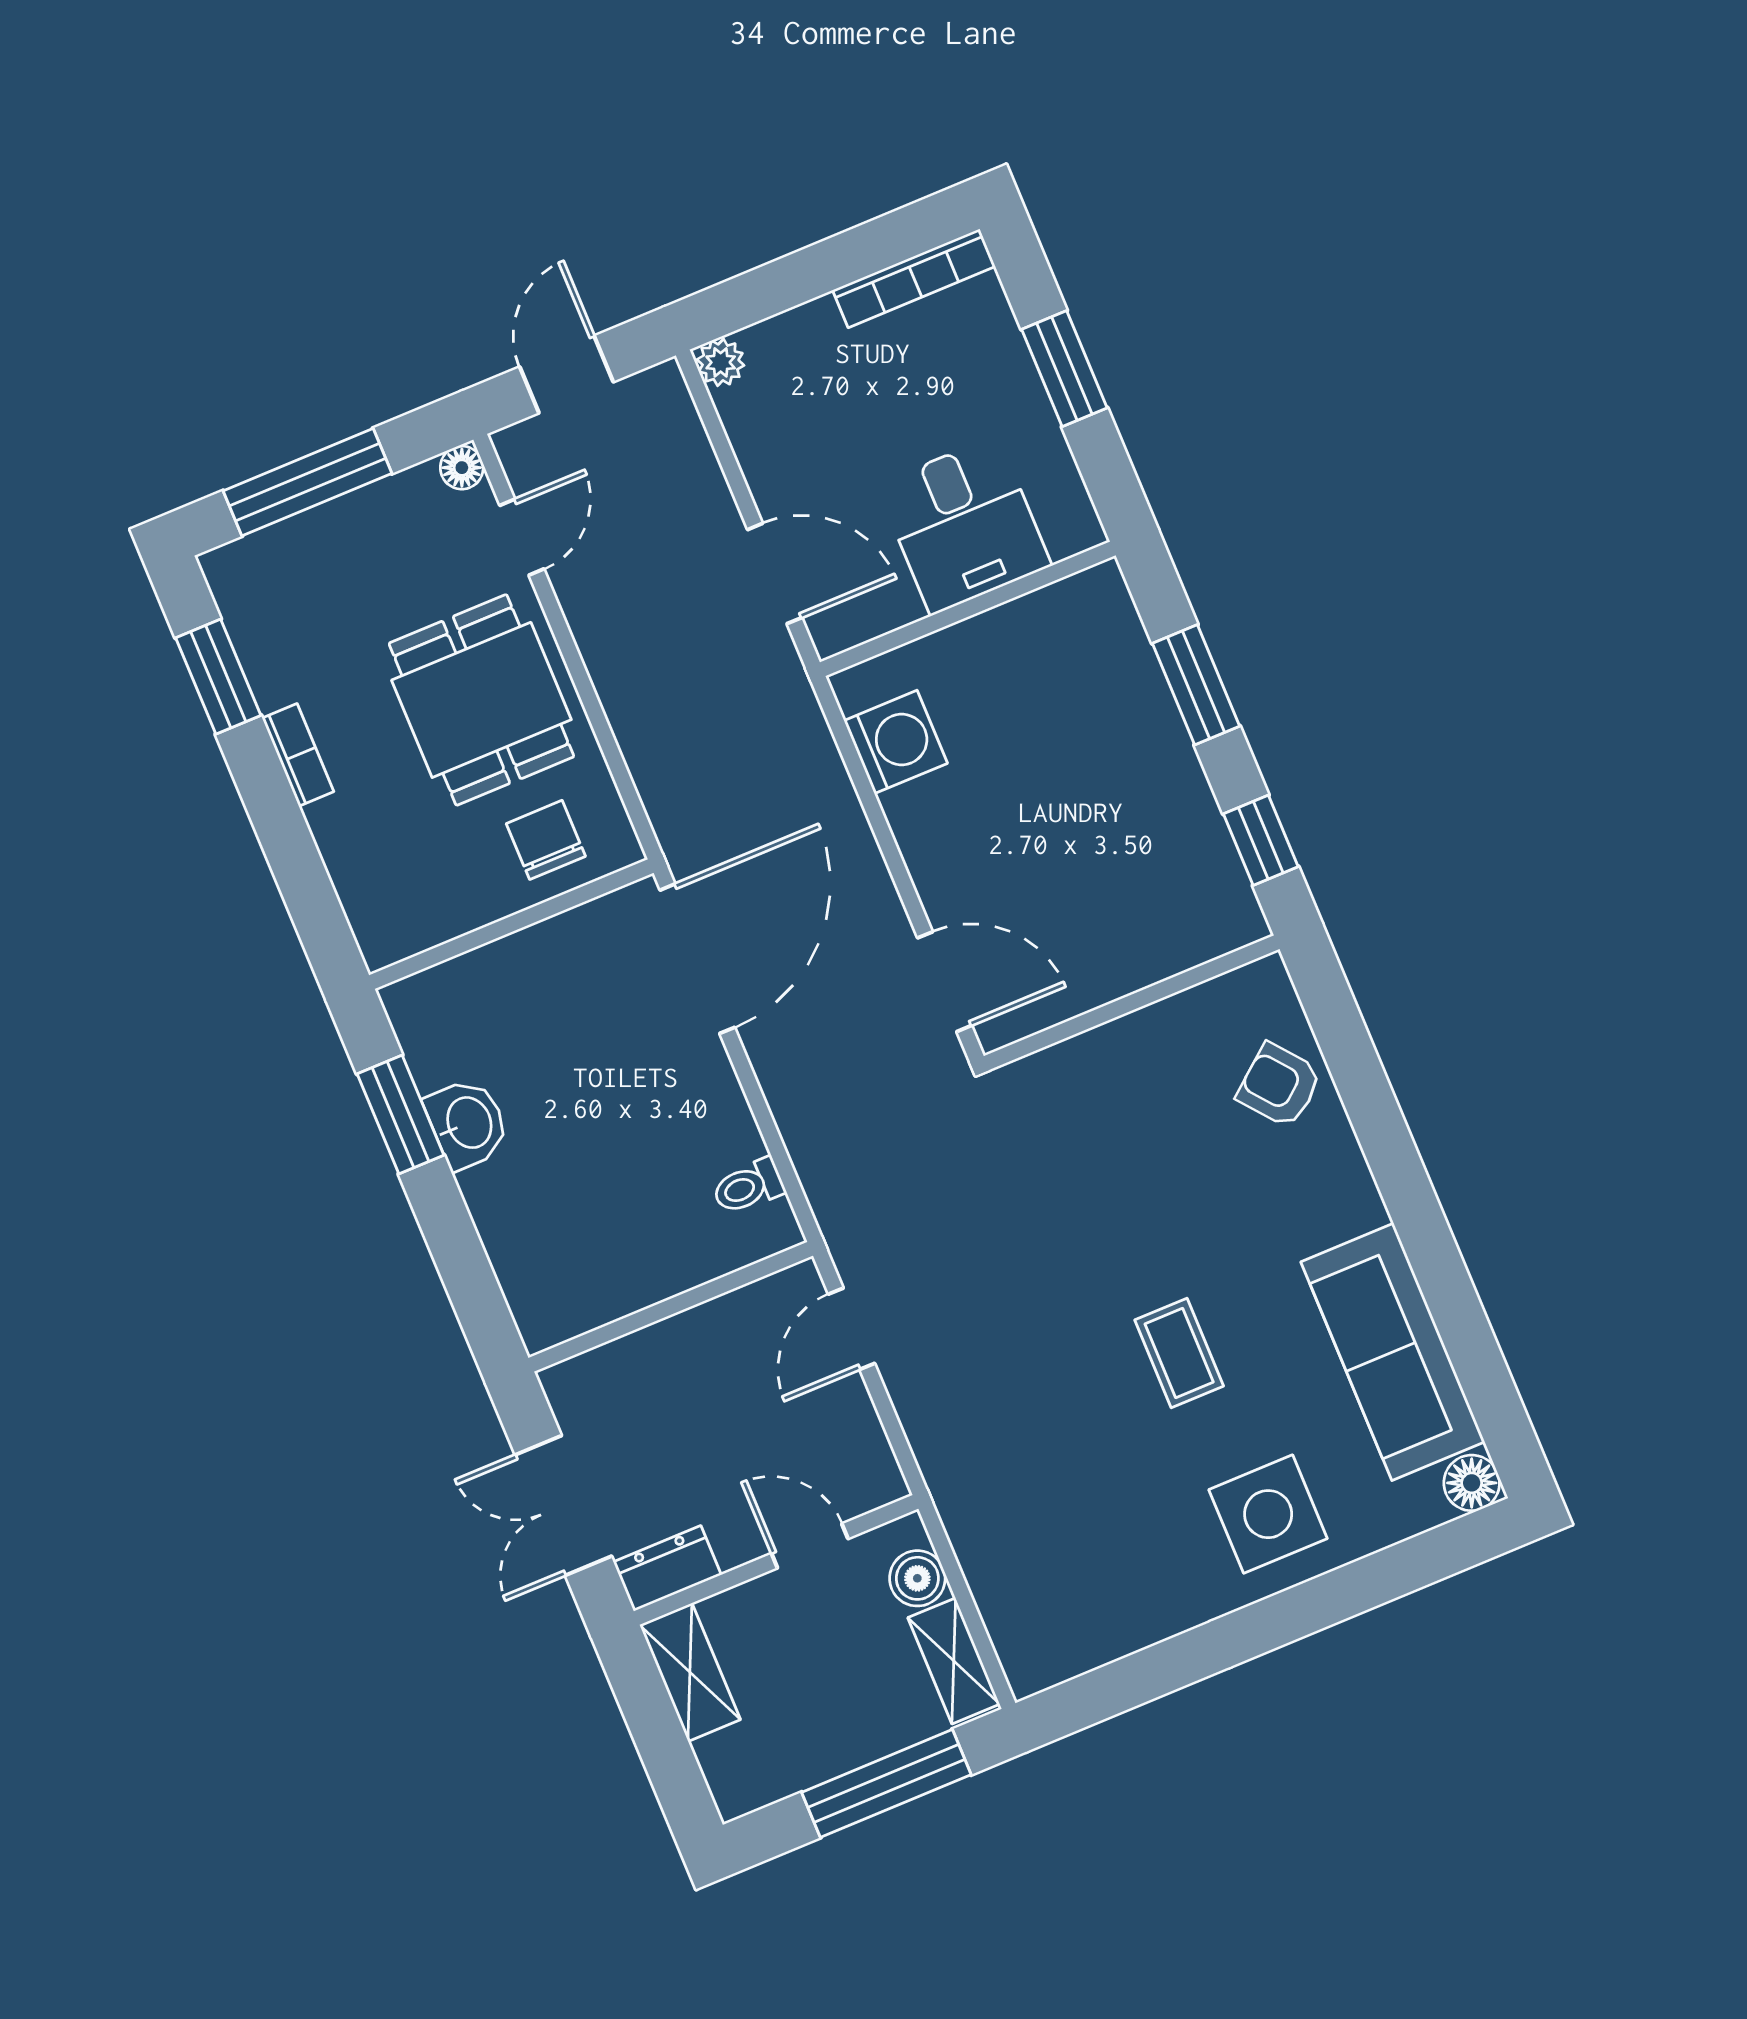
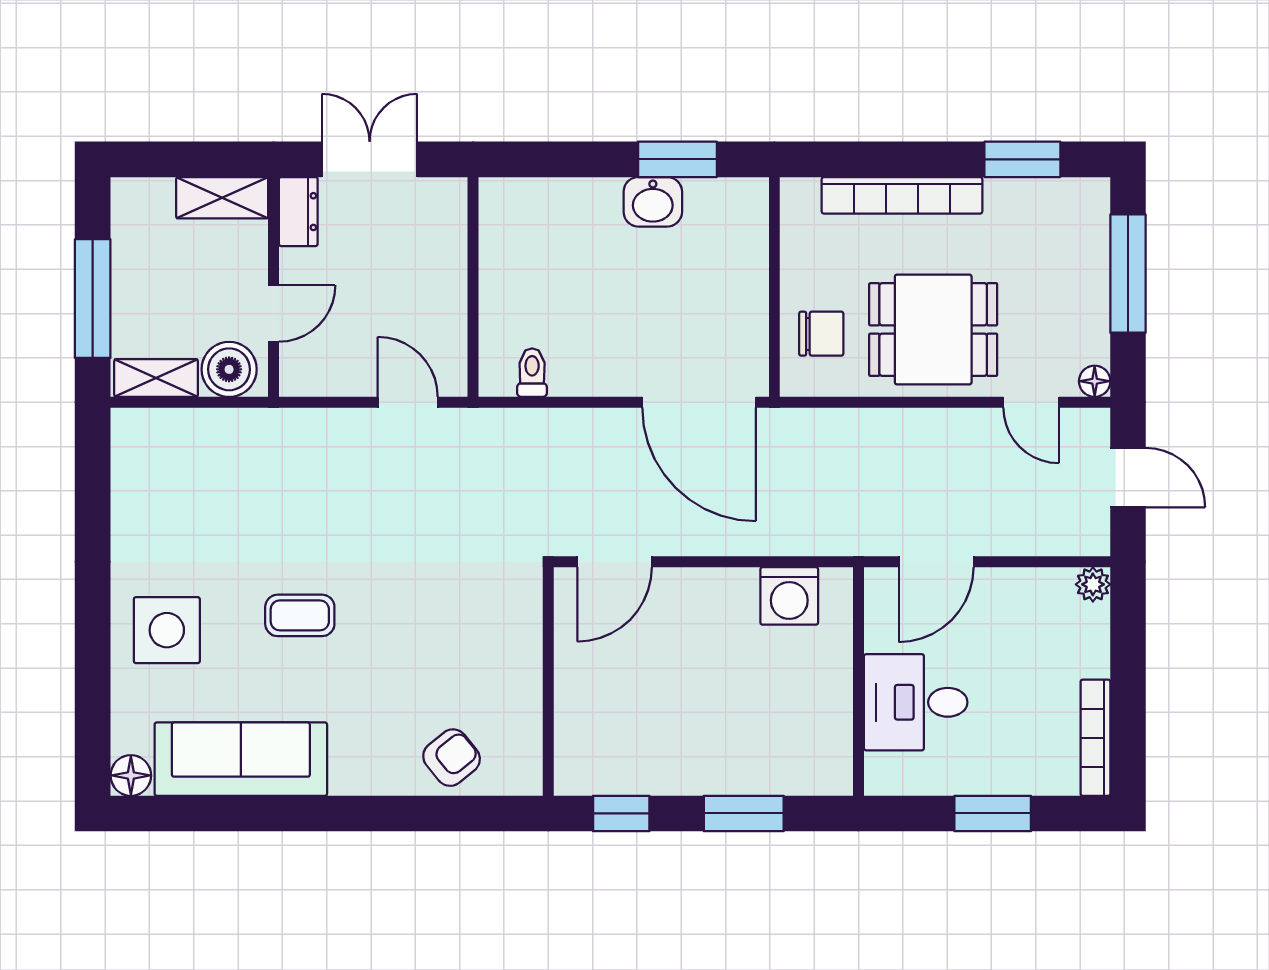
bookcase: (298, 755) -> (902, 195), width x2.31, depth x1.31
boiler: (917, 1578) -> (229, 369), width x1.36, depth x1.36

